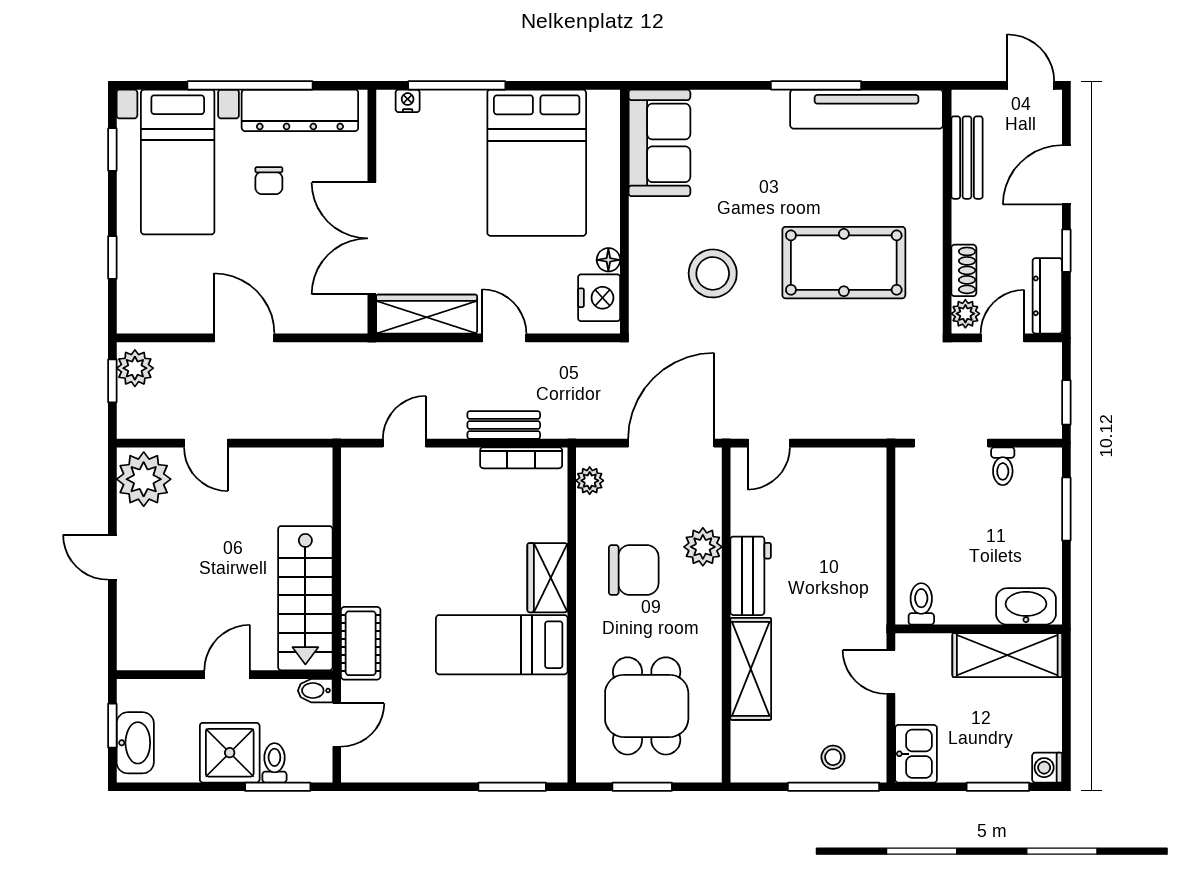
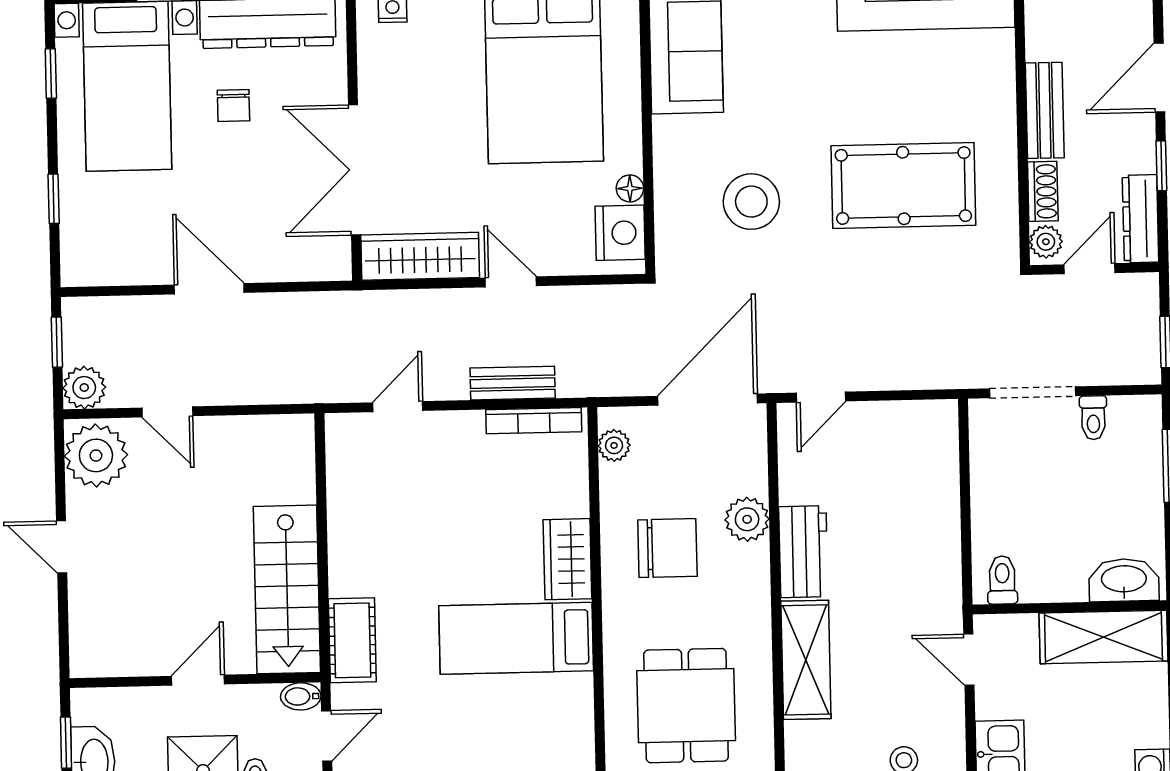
bench: (967, 158) -> (1045, 110), moved
plant: (135, 368) -> (84, 388), moved

